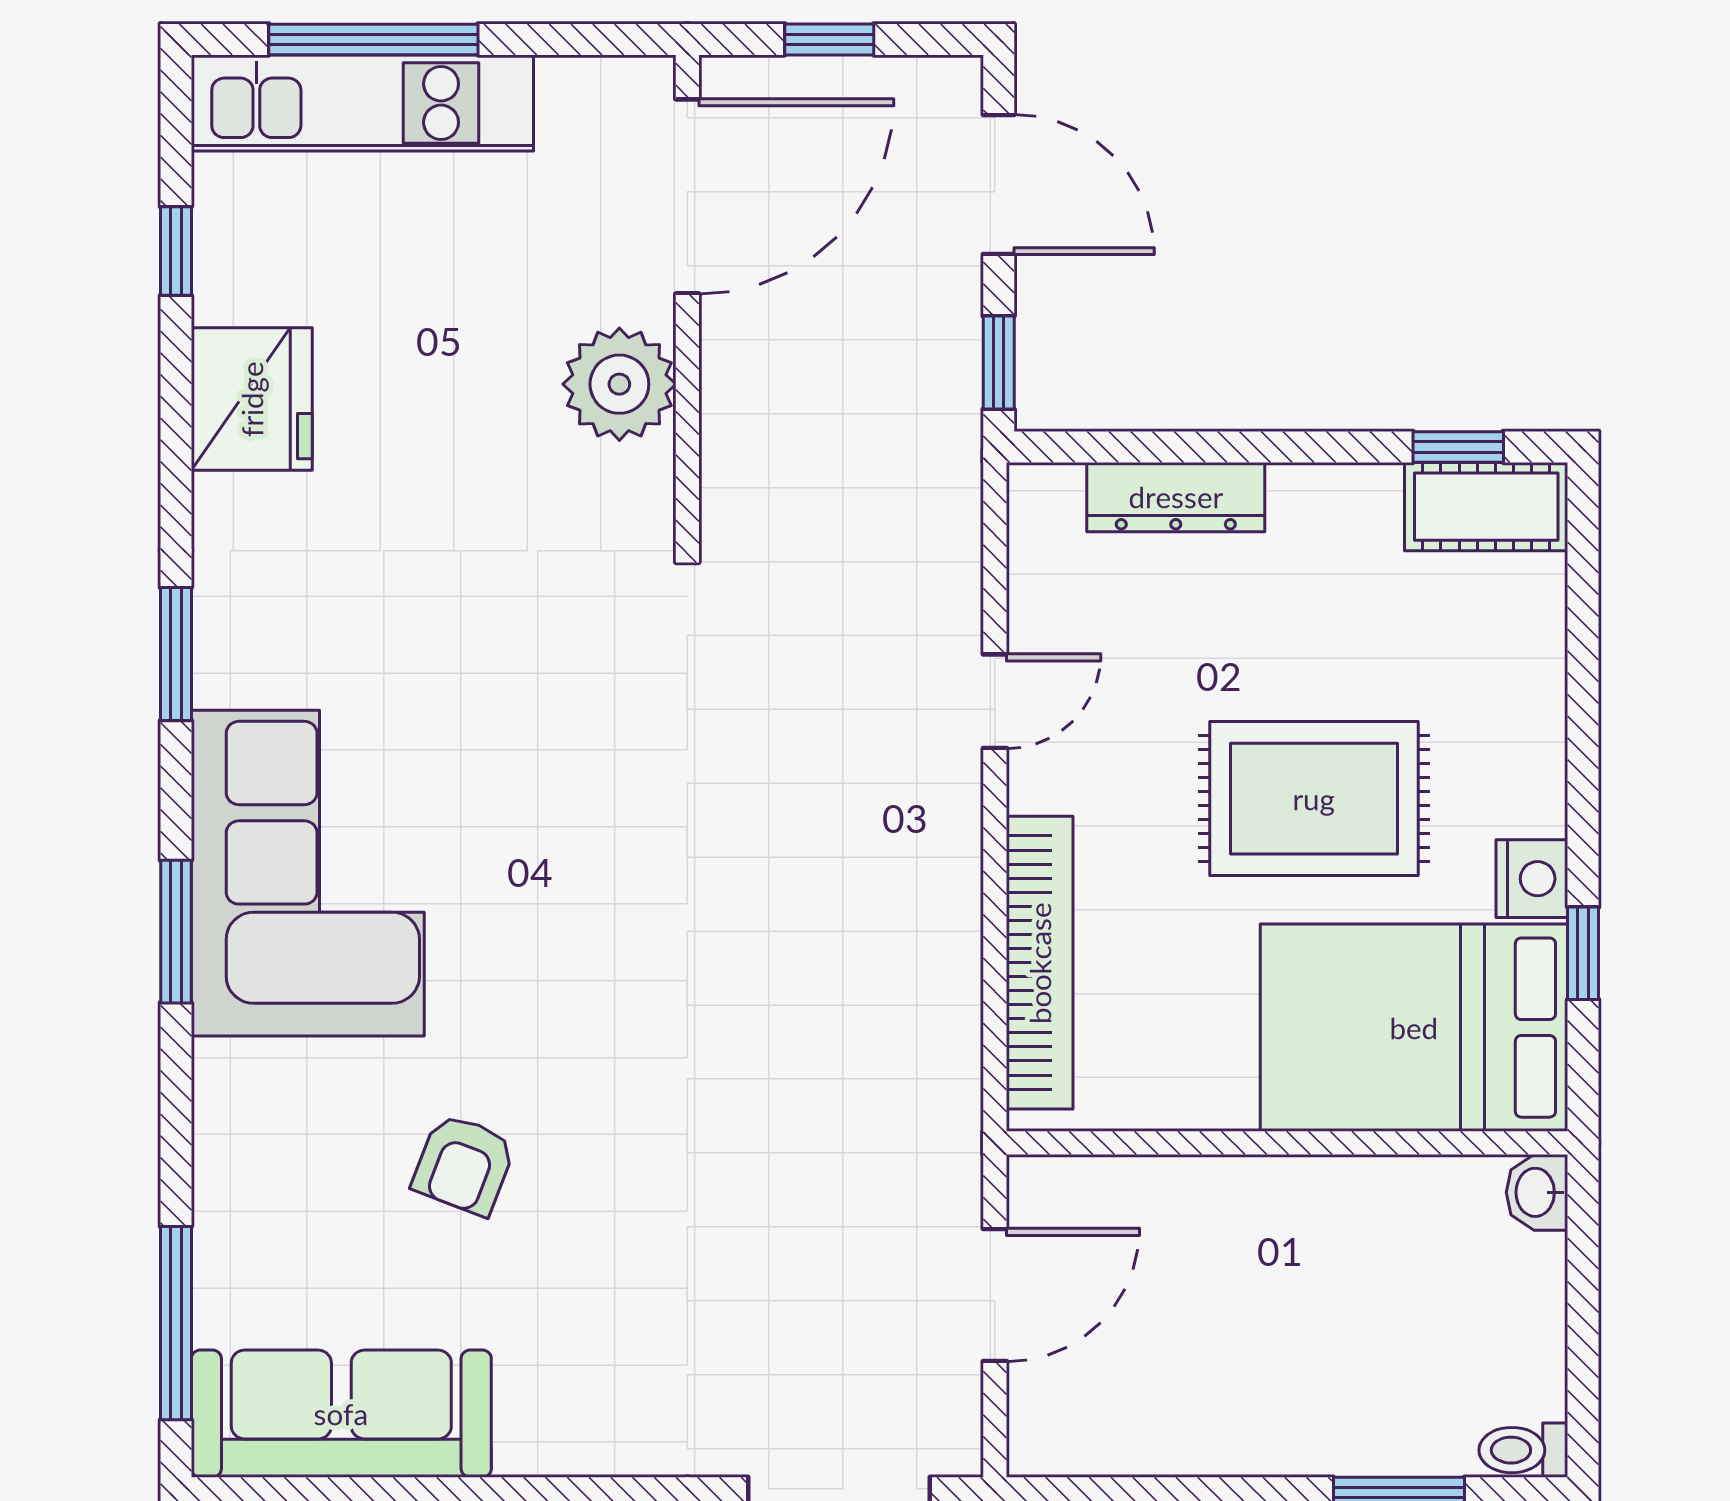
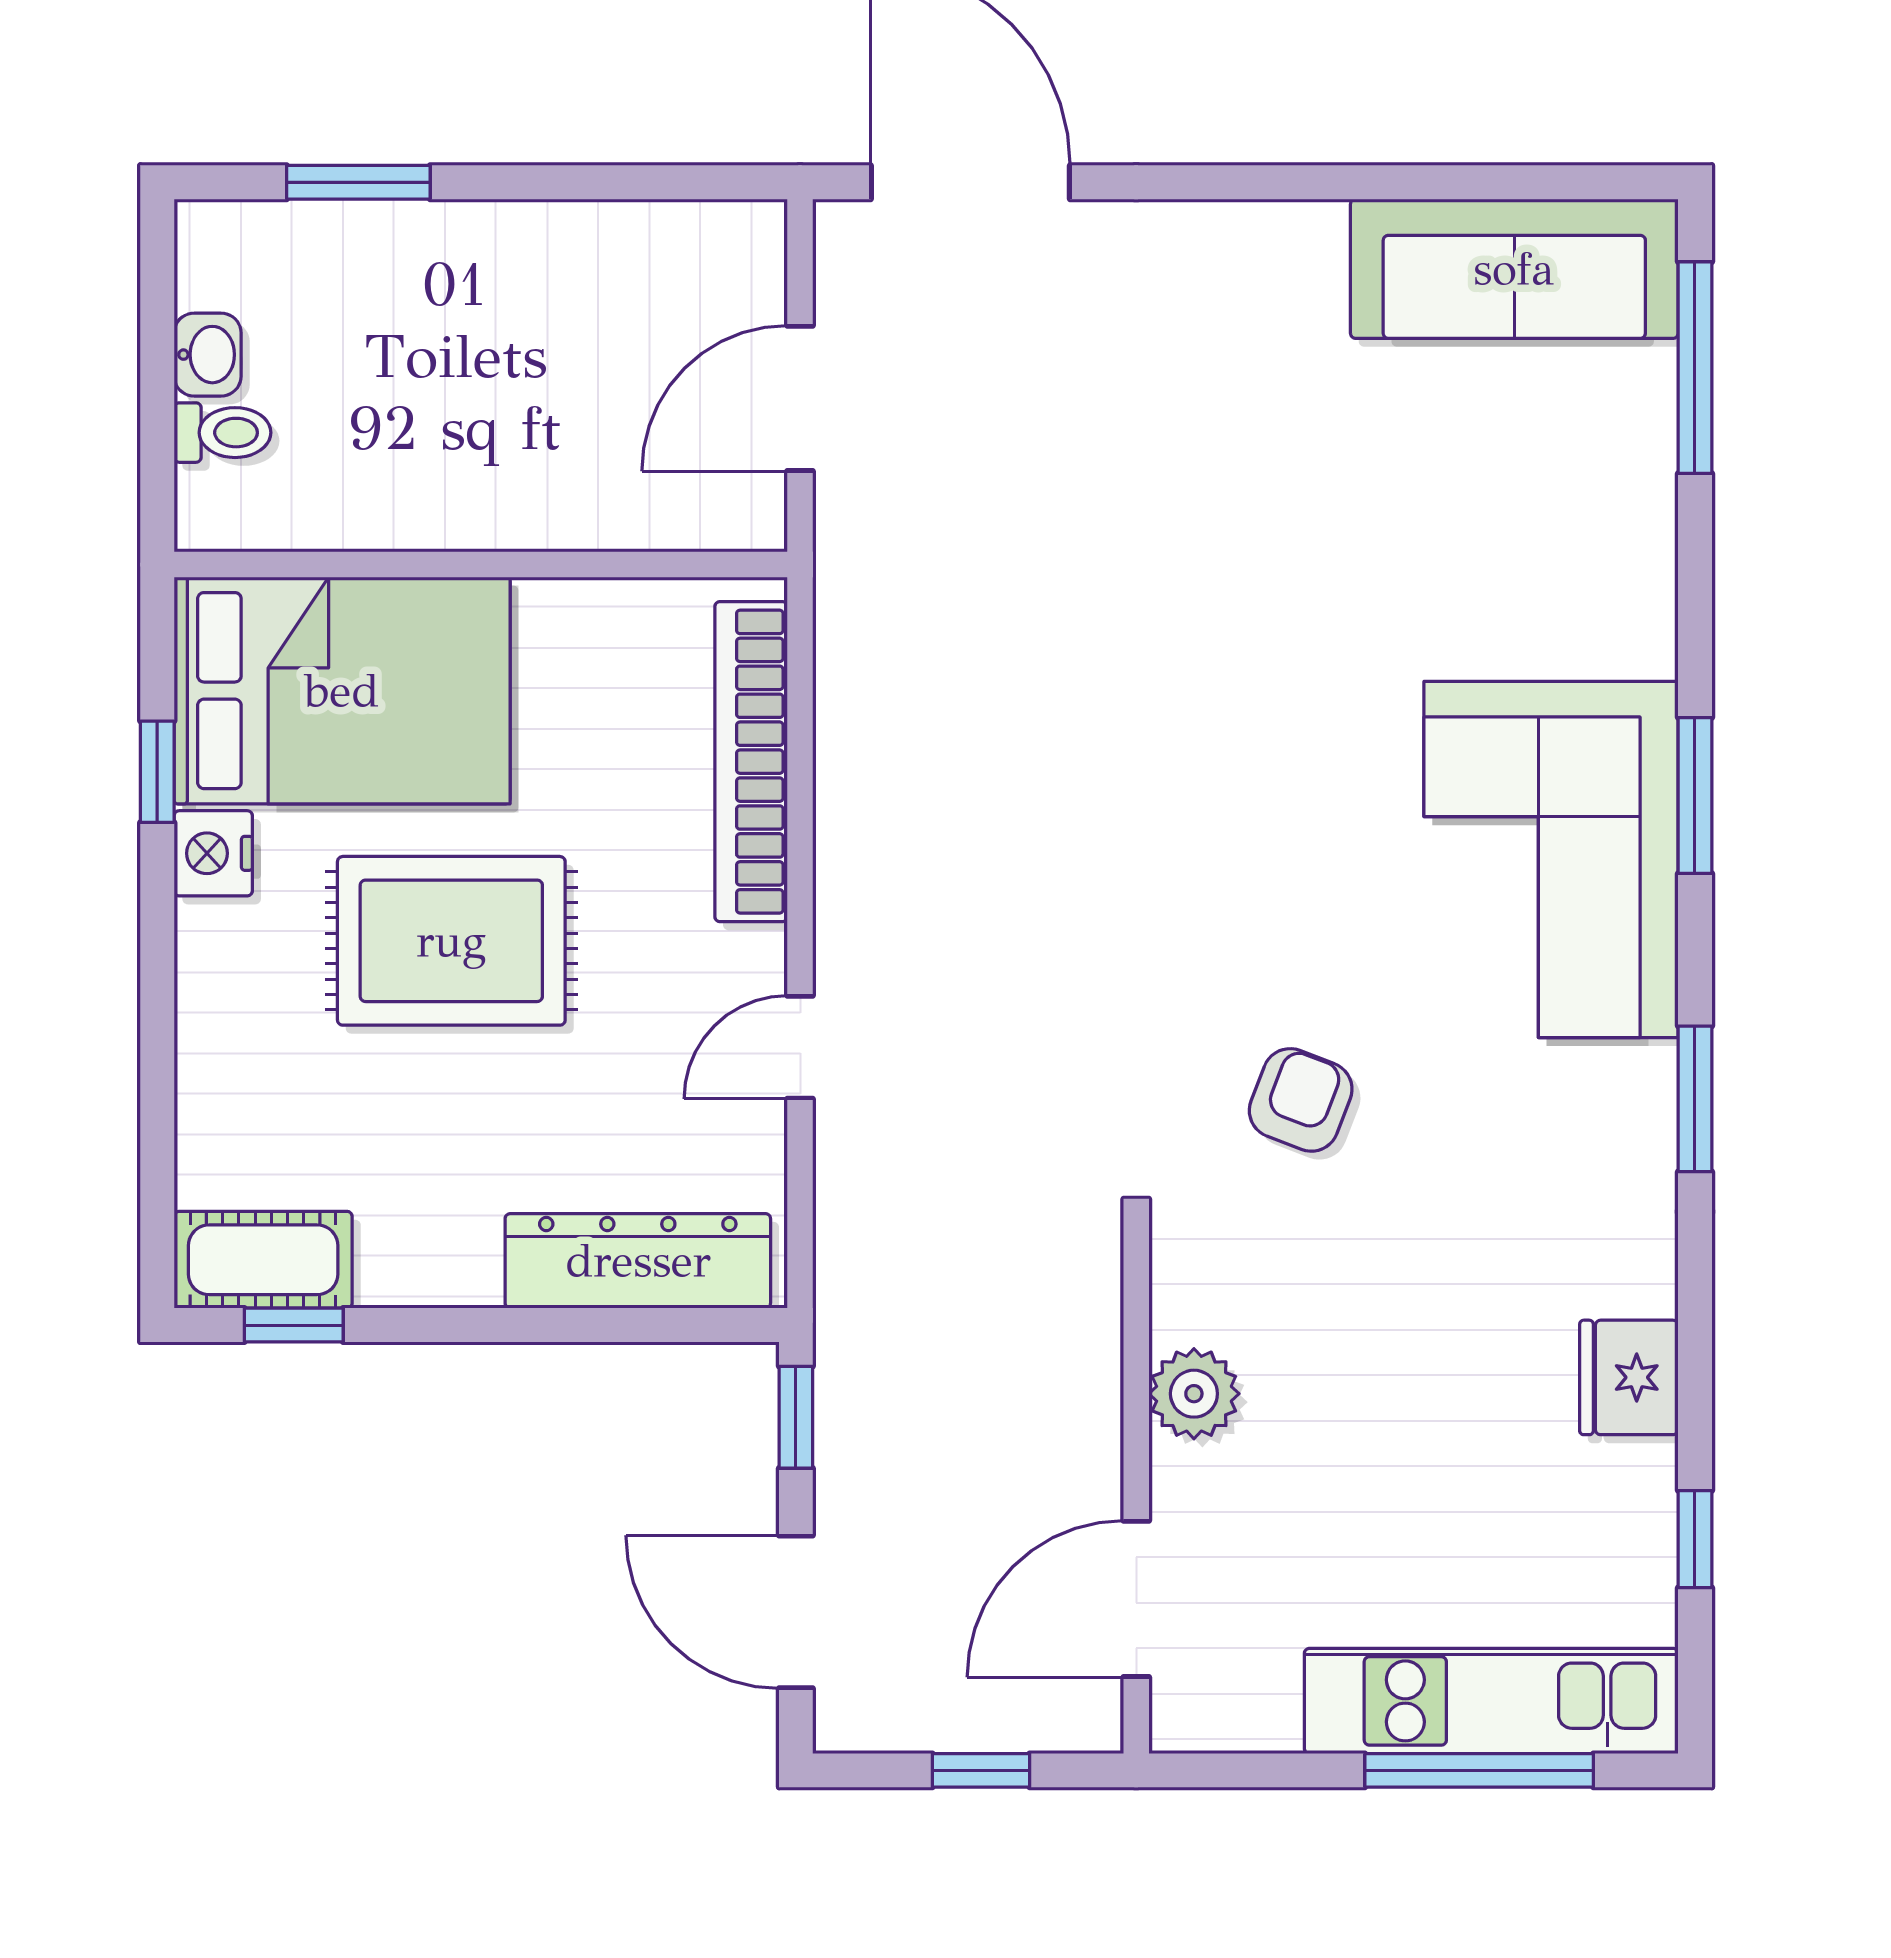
door: (687, 196) -> (1136, 1599), width x0.73
plant: (619, 384) -> (1194, 1394), width x0.73, depth x0.73
fridge: (252, 399) -> (1629, 1377), width x0.73, depth x0.75
dresser: (1176, 497) -> (638, 1261), width x1.37, depth x1.24
armchair: (464, 1164) -> (1301, 1100), moved
washbasin: (1537, 1192) -> (208, 355), moved
toilet: (1523, 1450) -> (222, 433), moved

